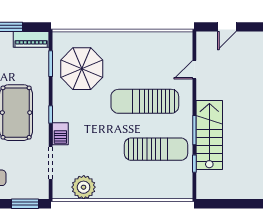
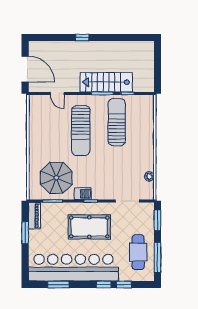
door: (227, 27) -> (25, 69), width x1.87
barbecue: (60, 134) -> (83, 194), moved
plant: (84, 187) -> (149, 176), width x0.53, depth x0.53

